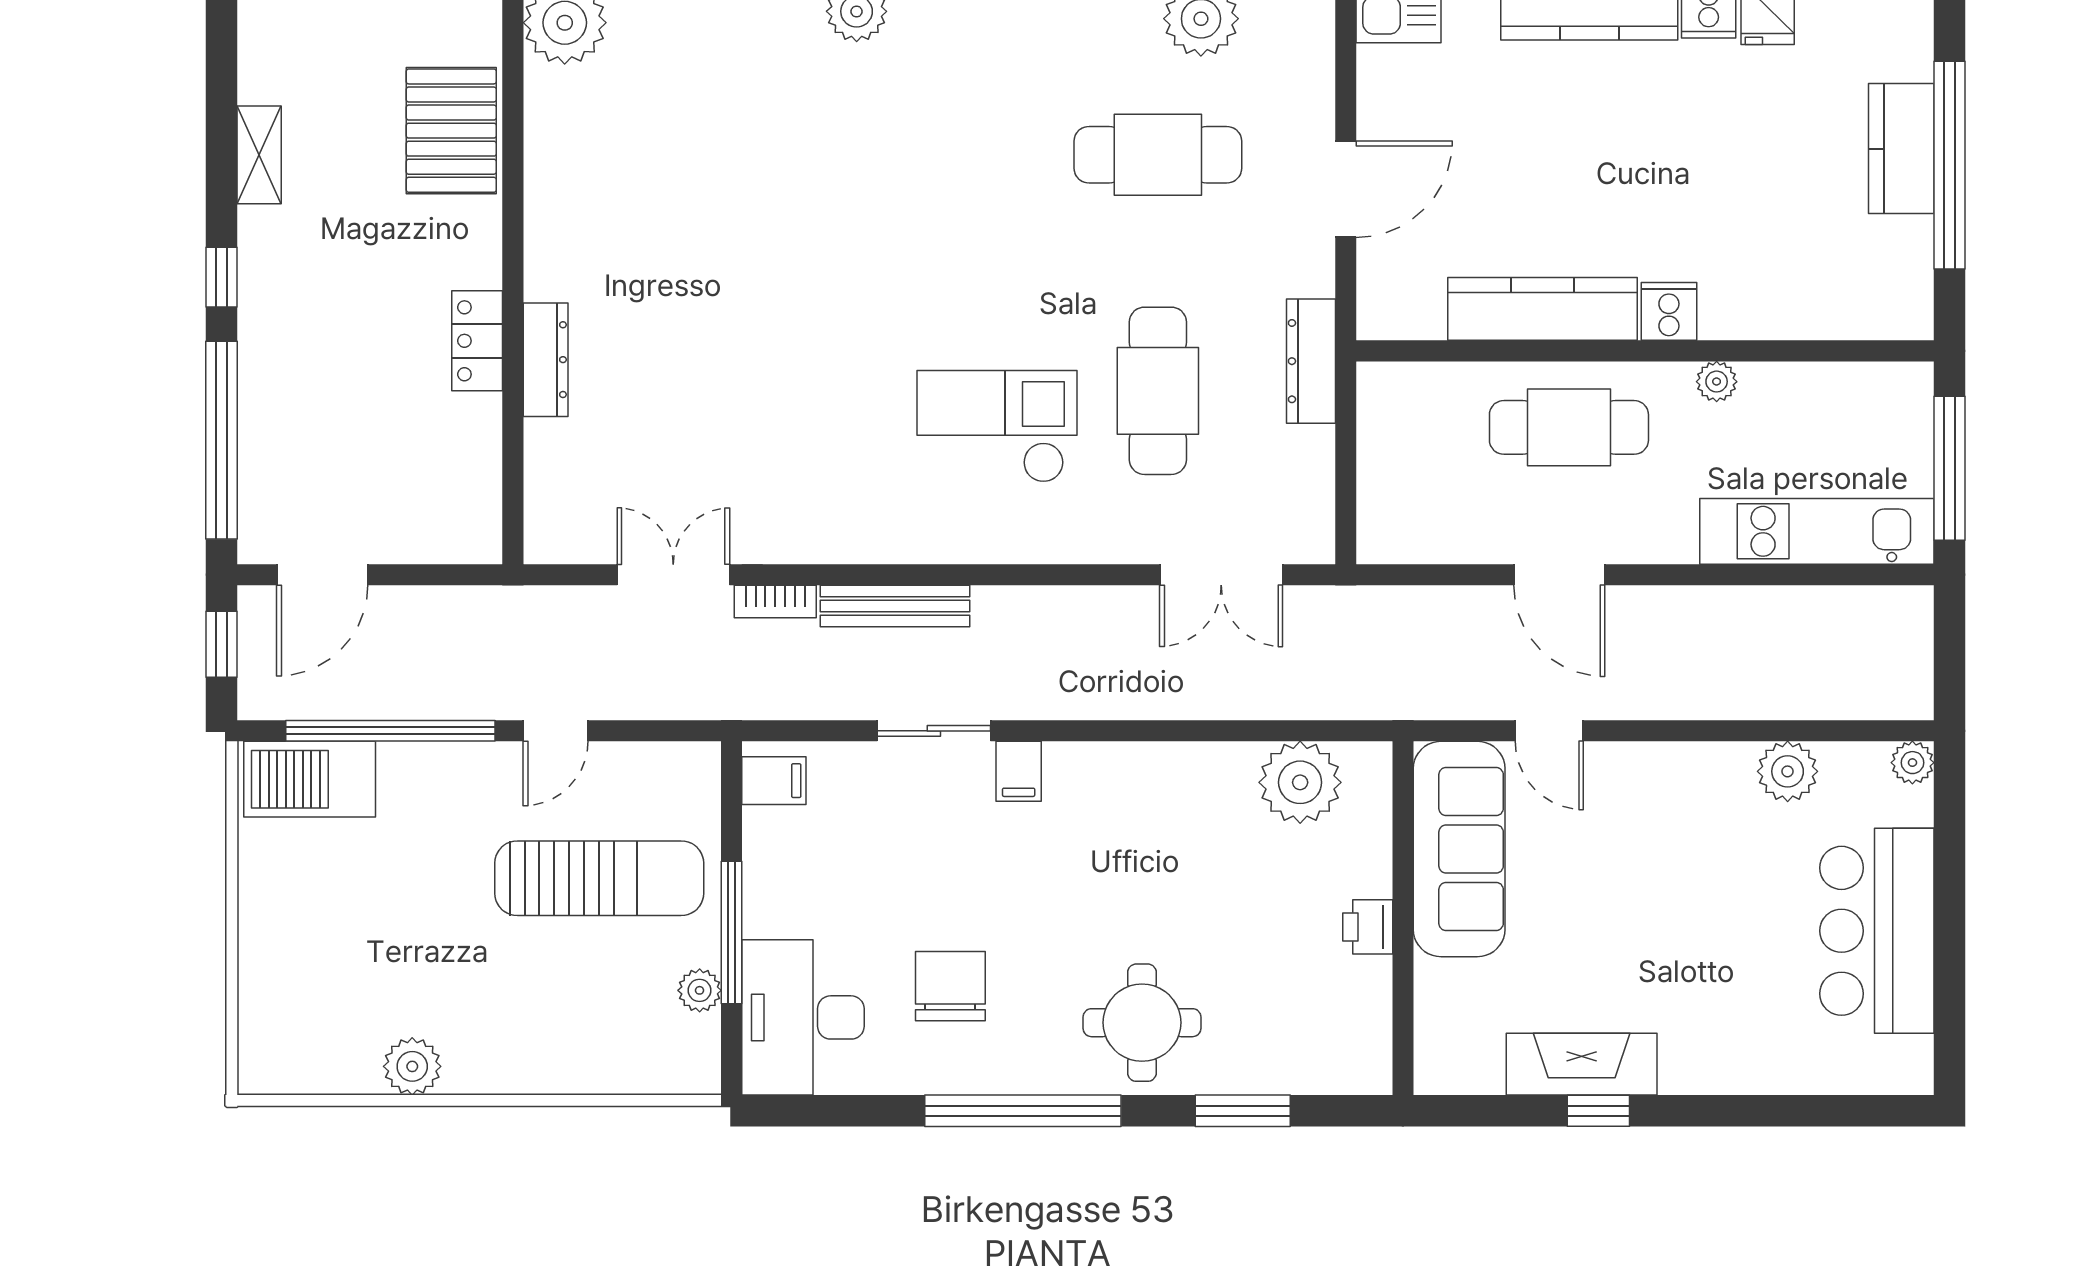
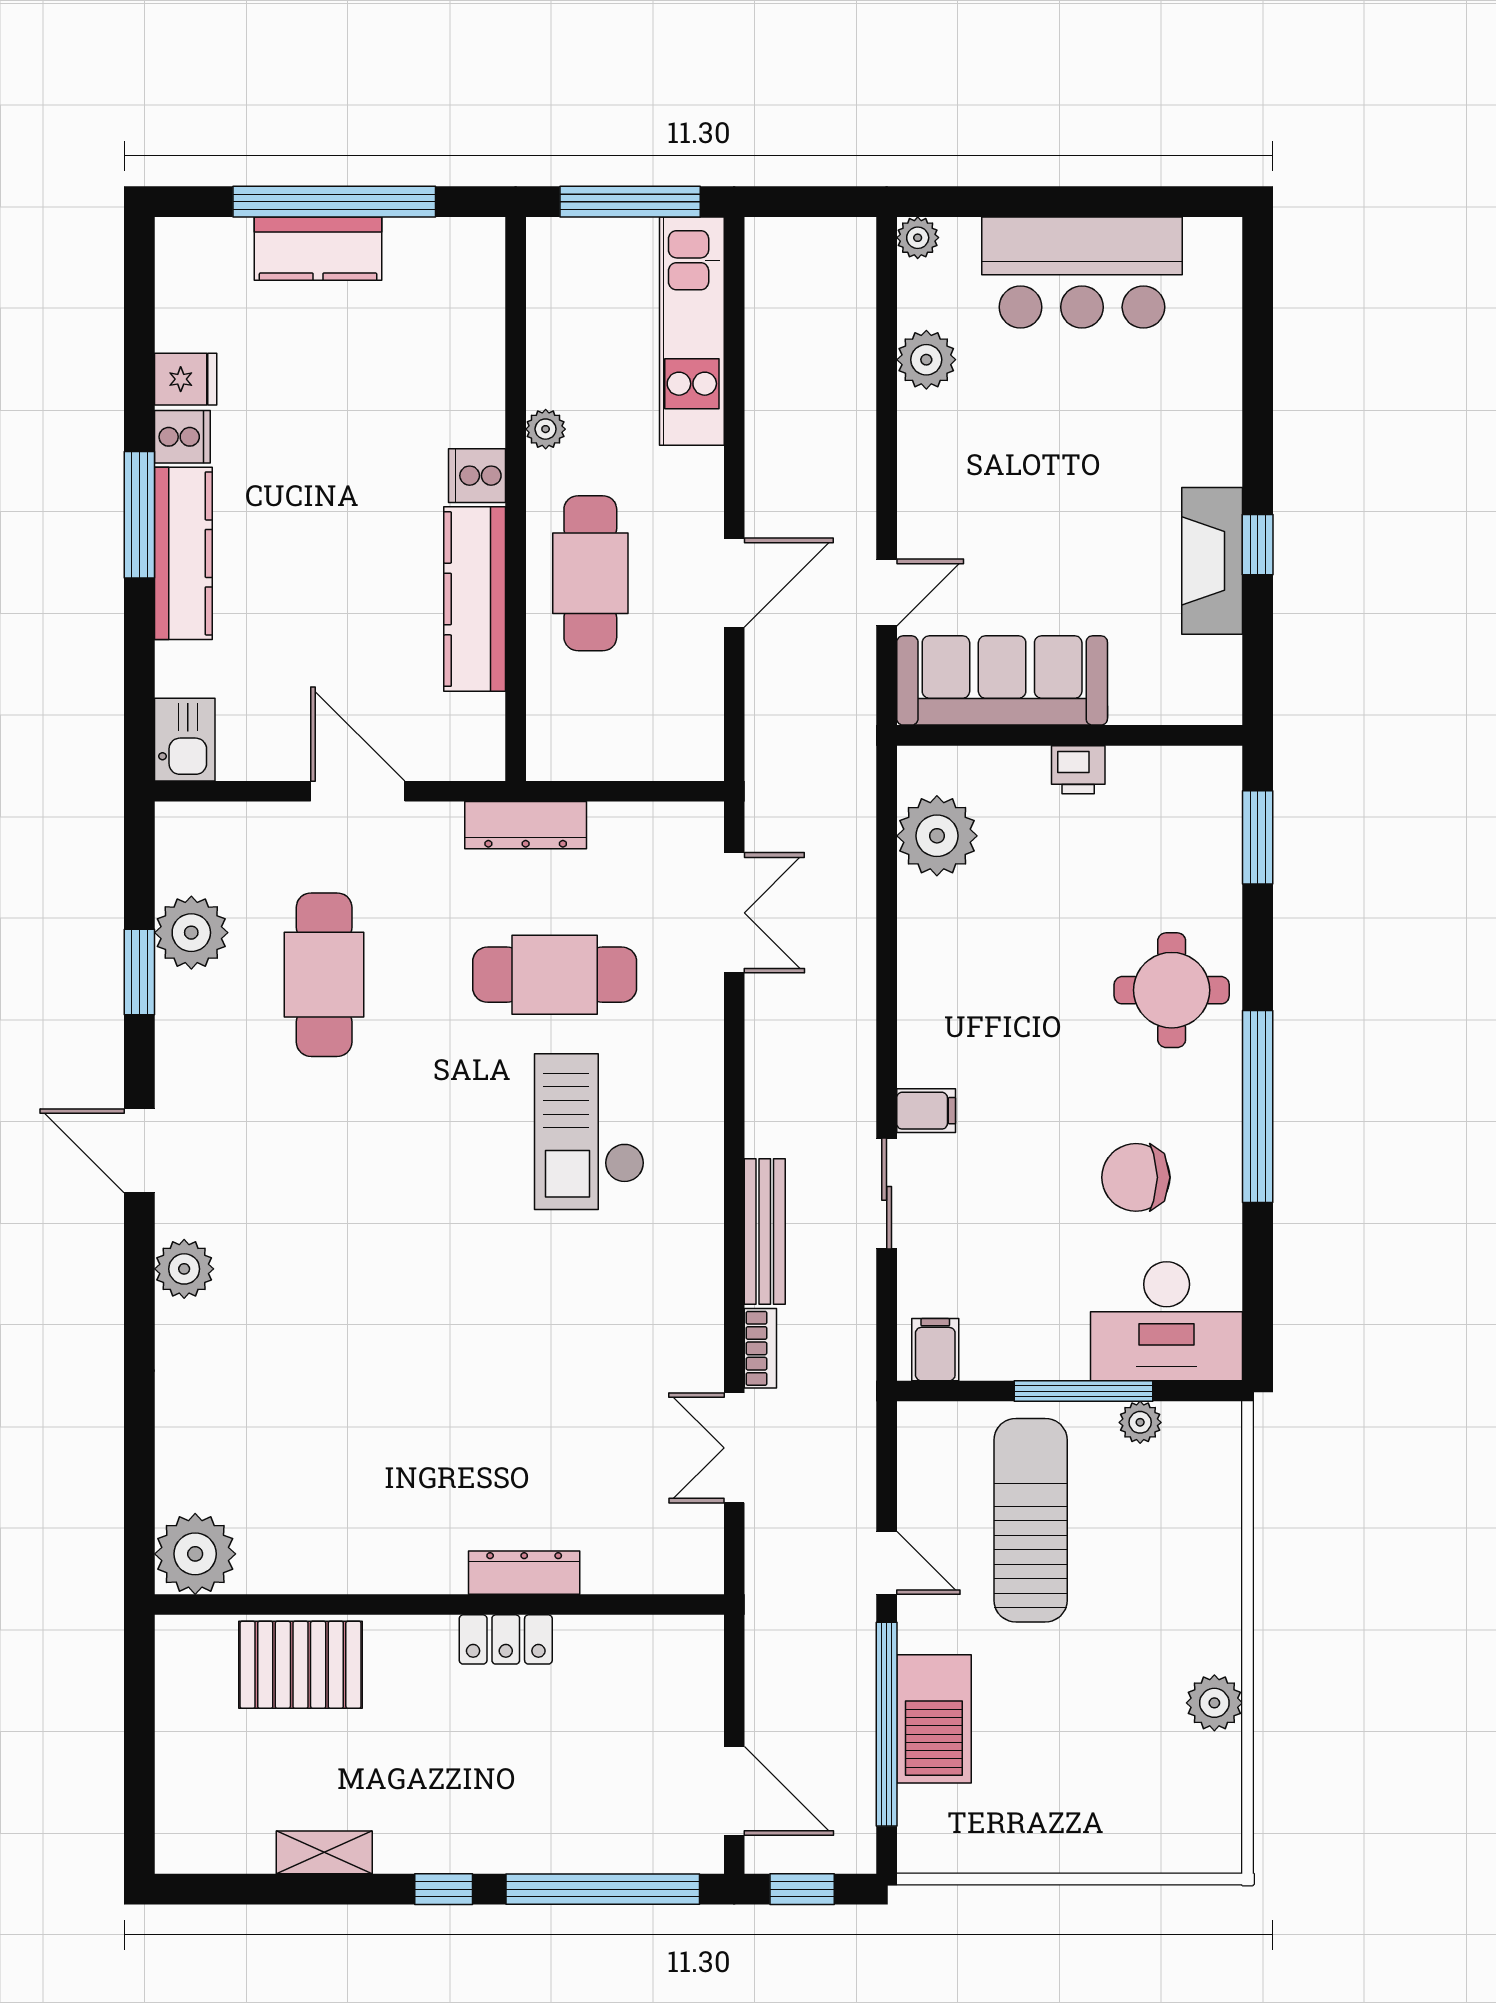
barbecue: (310, 779) -> (934, 1719), moved
window: (1243, 1111) -> (1258, 837), moved

